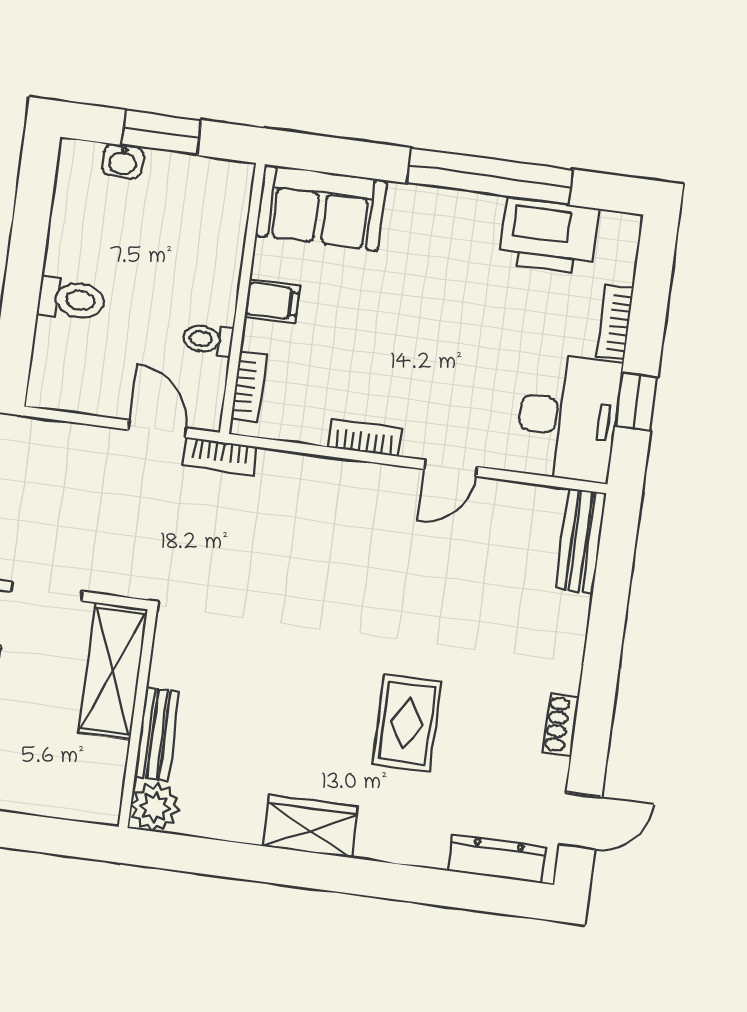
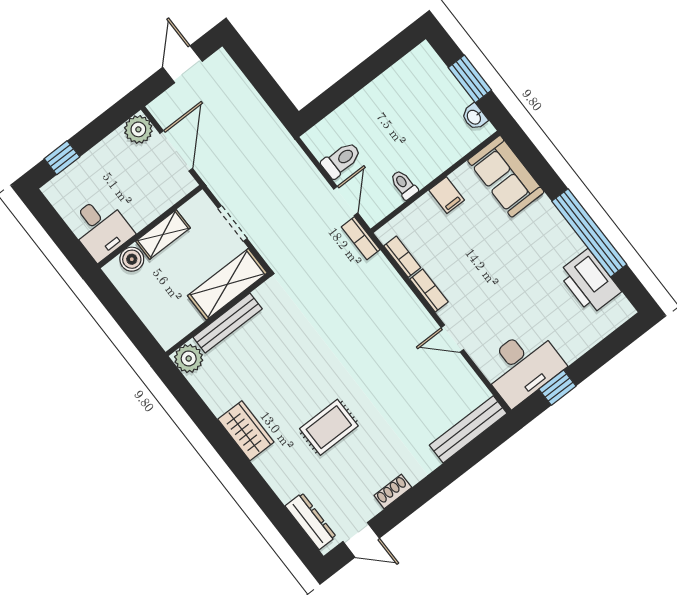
washbasin: (123, 161) -> (474, 117), moved
toilet: (71, 299) -> (341, 160), moved, turned -90
bookcase: (615, 322) -> (581, 345), removed
bookcase: (249, 387) -> (402, 257), moved, turned -90
bench: (581, 541) -> (468, 429), width x1.36
bench: (157, 734) -> (228, 323), width x1.36

